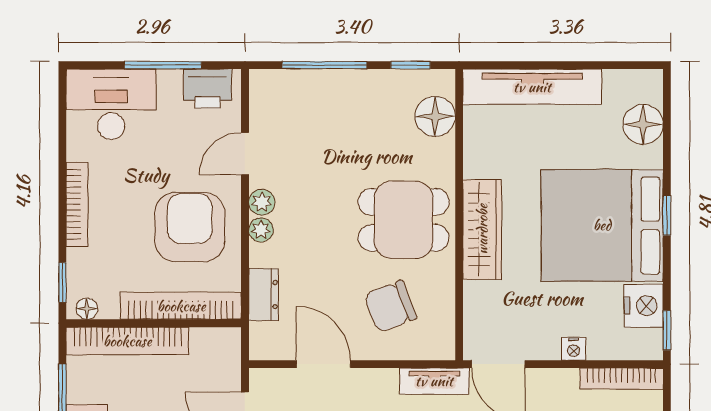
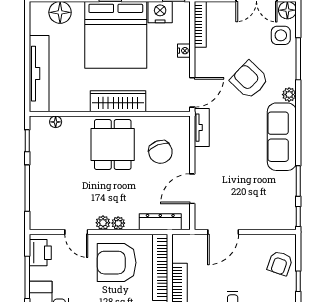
floor lamp: (435, 116) -> (56, 122), width x0.53, depth x0.53
dresser: (264, 295) -> (160, 222), width x1.44

